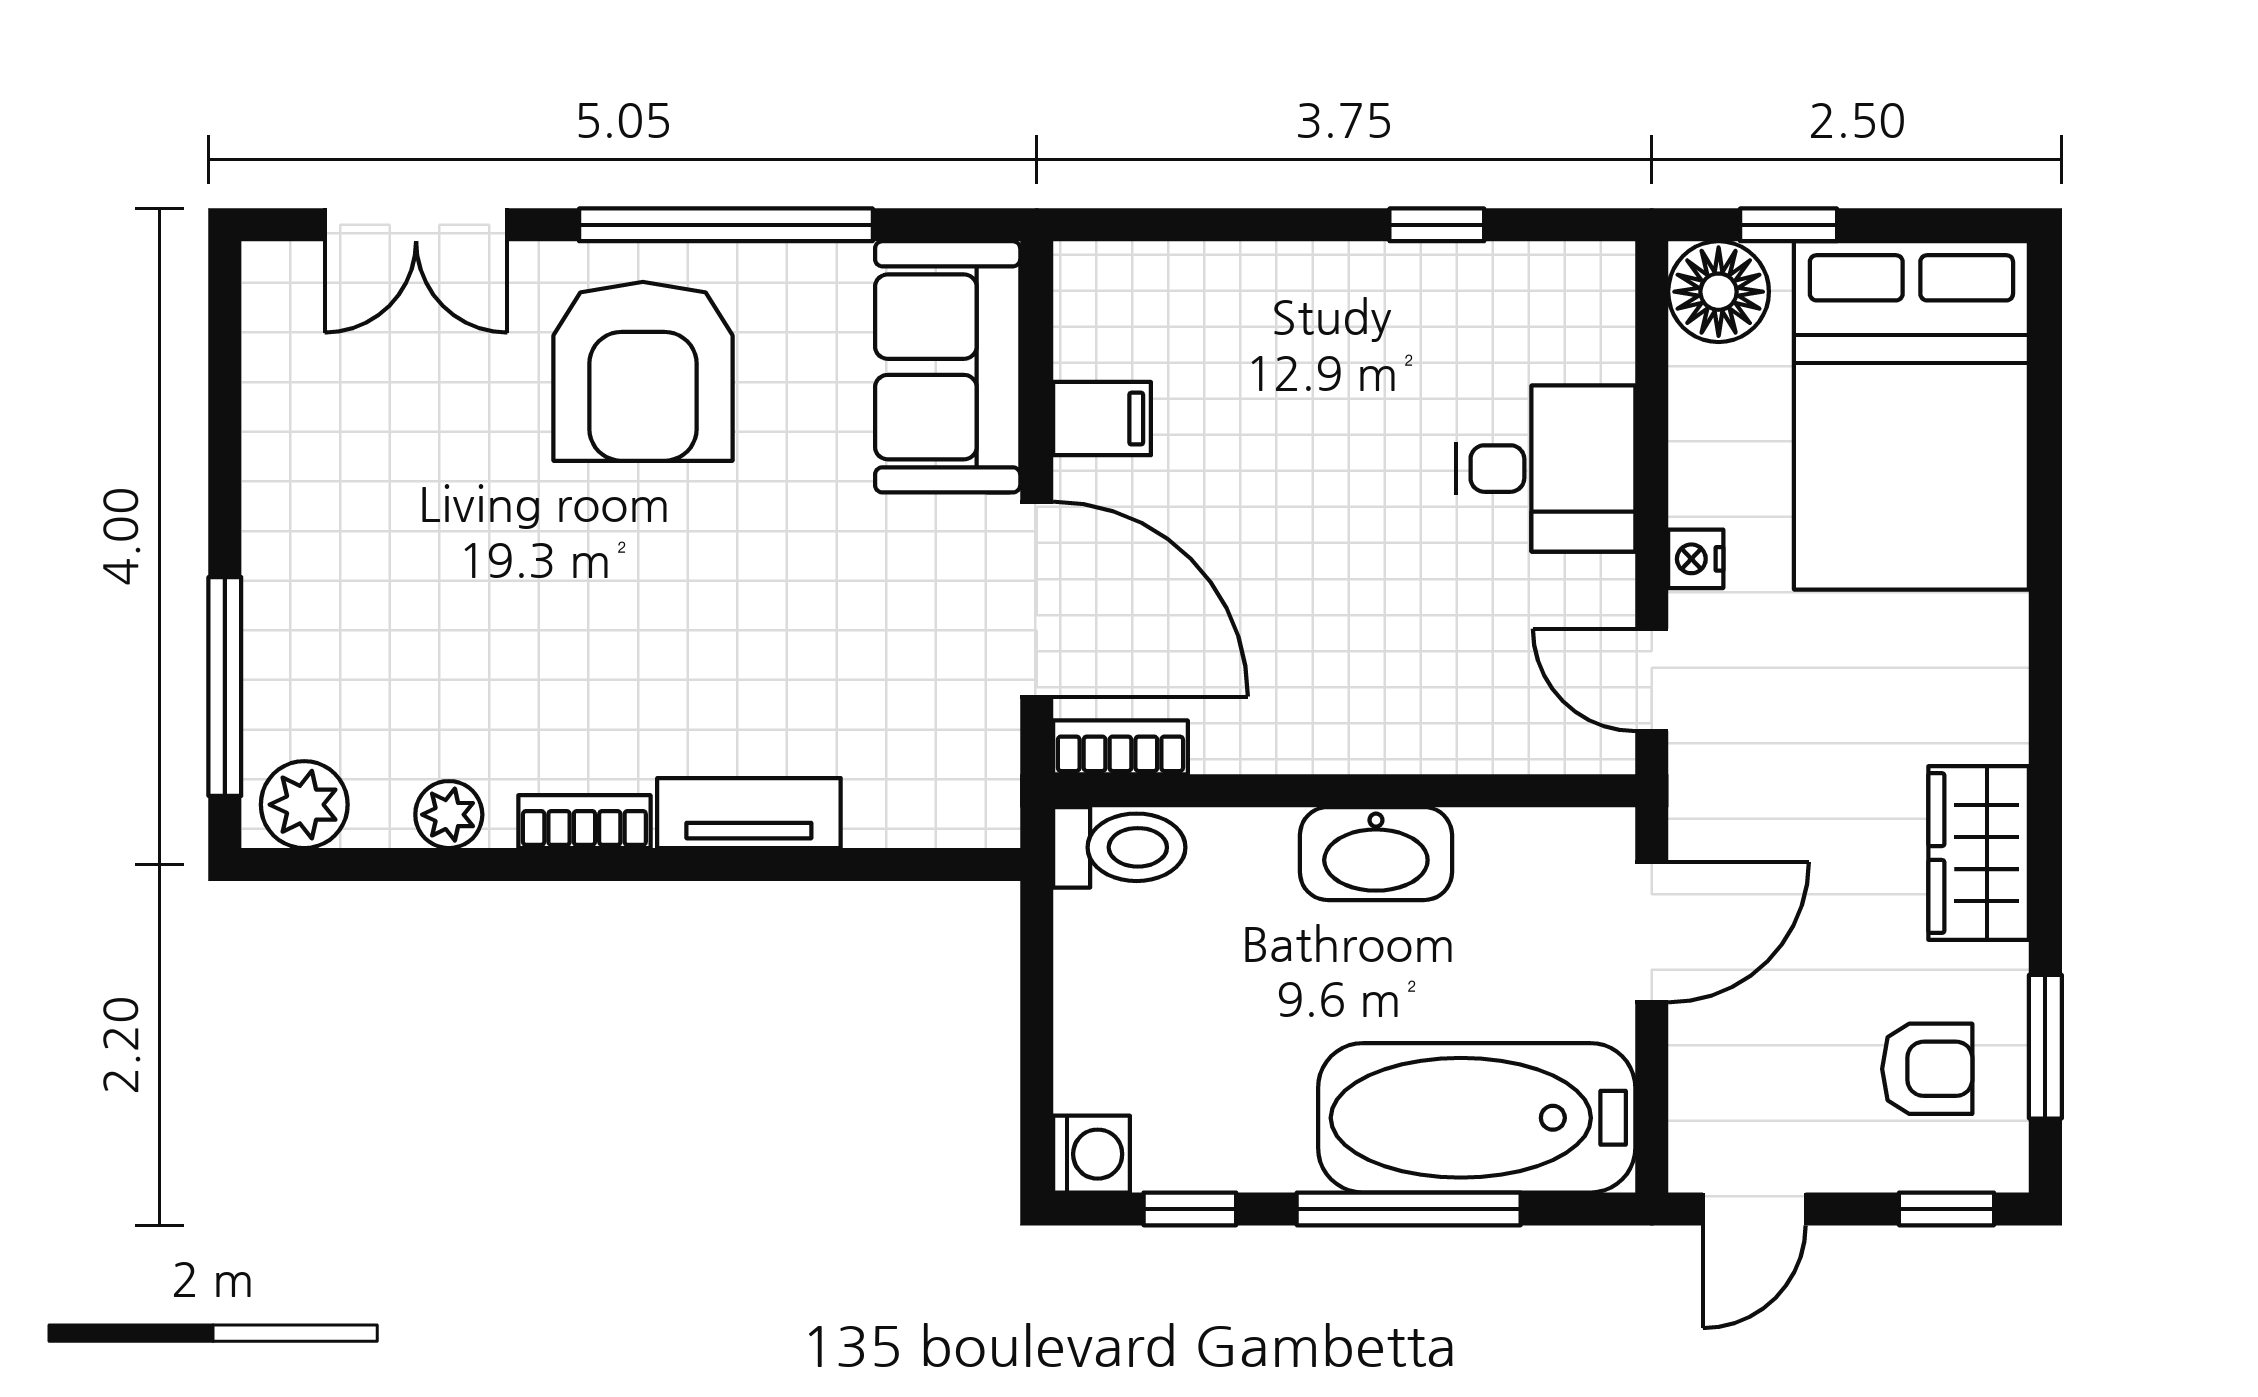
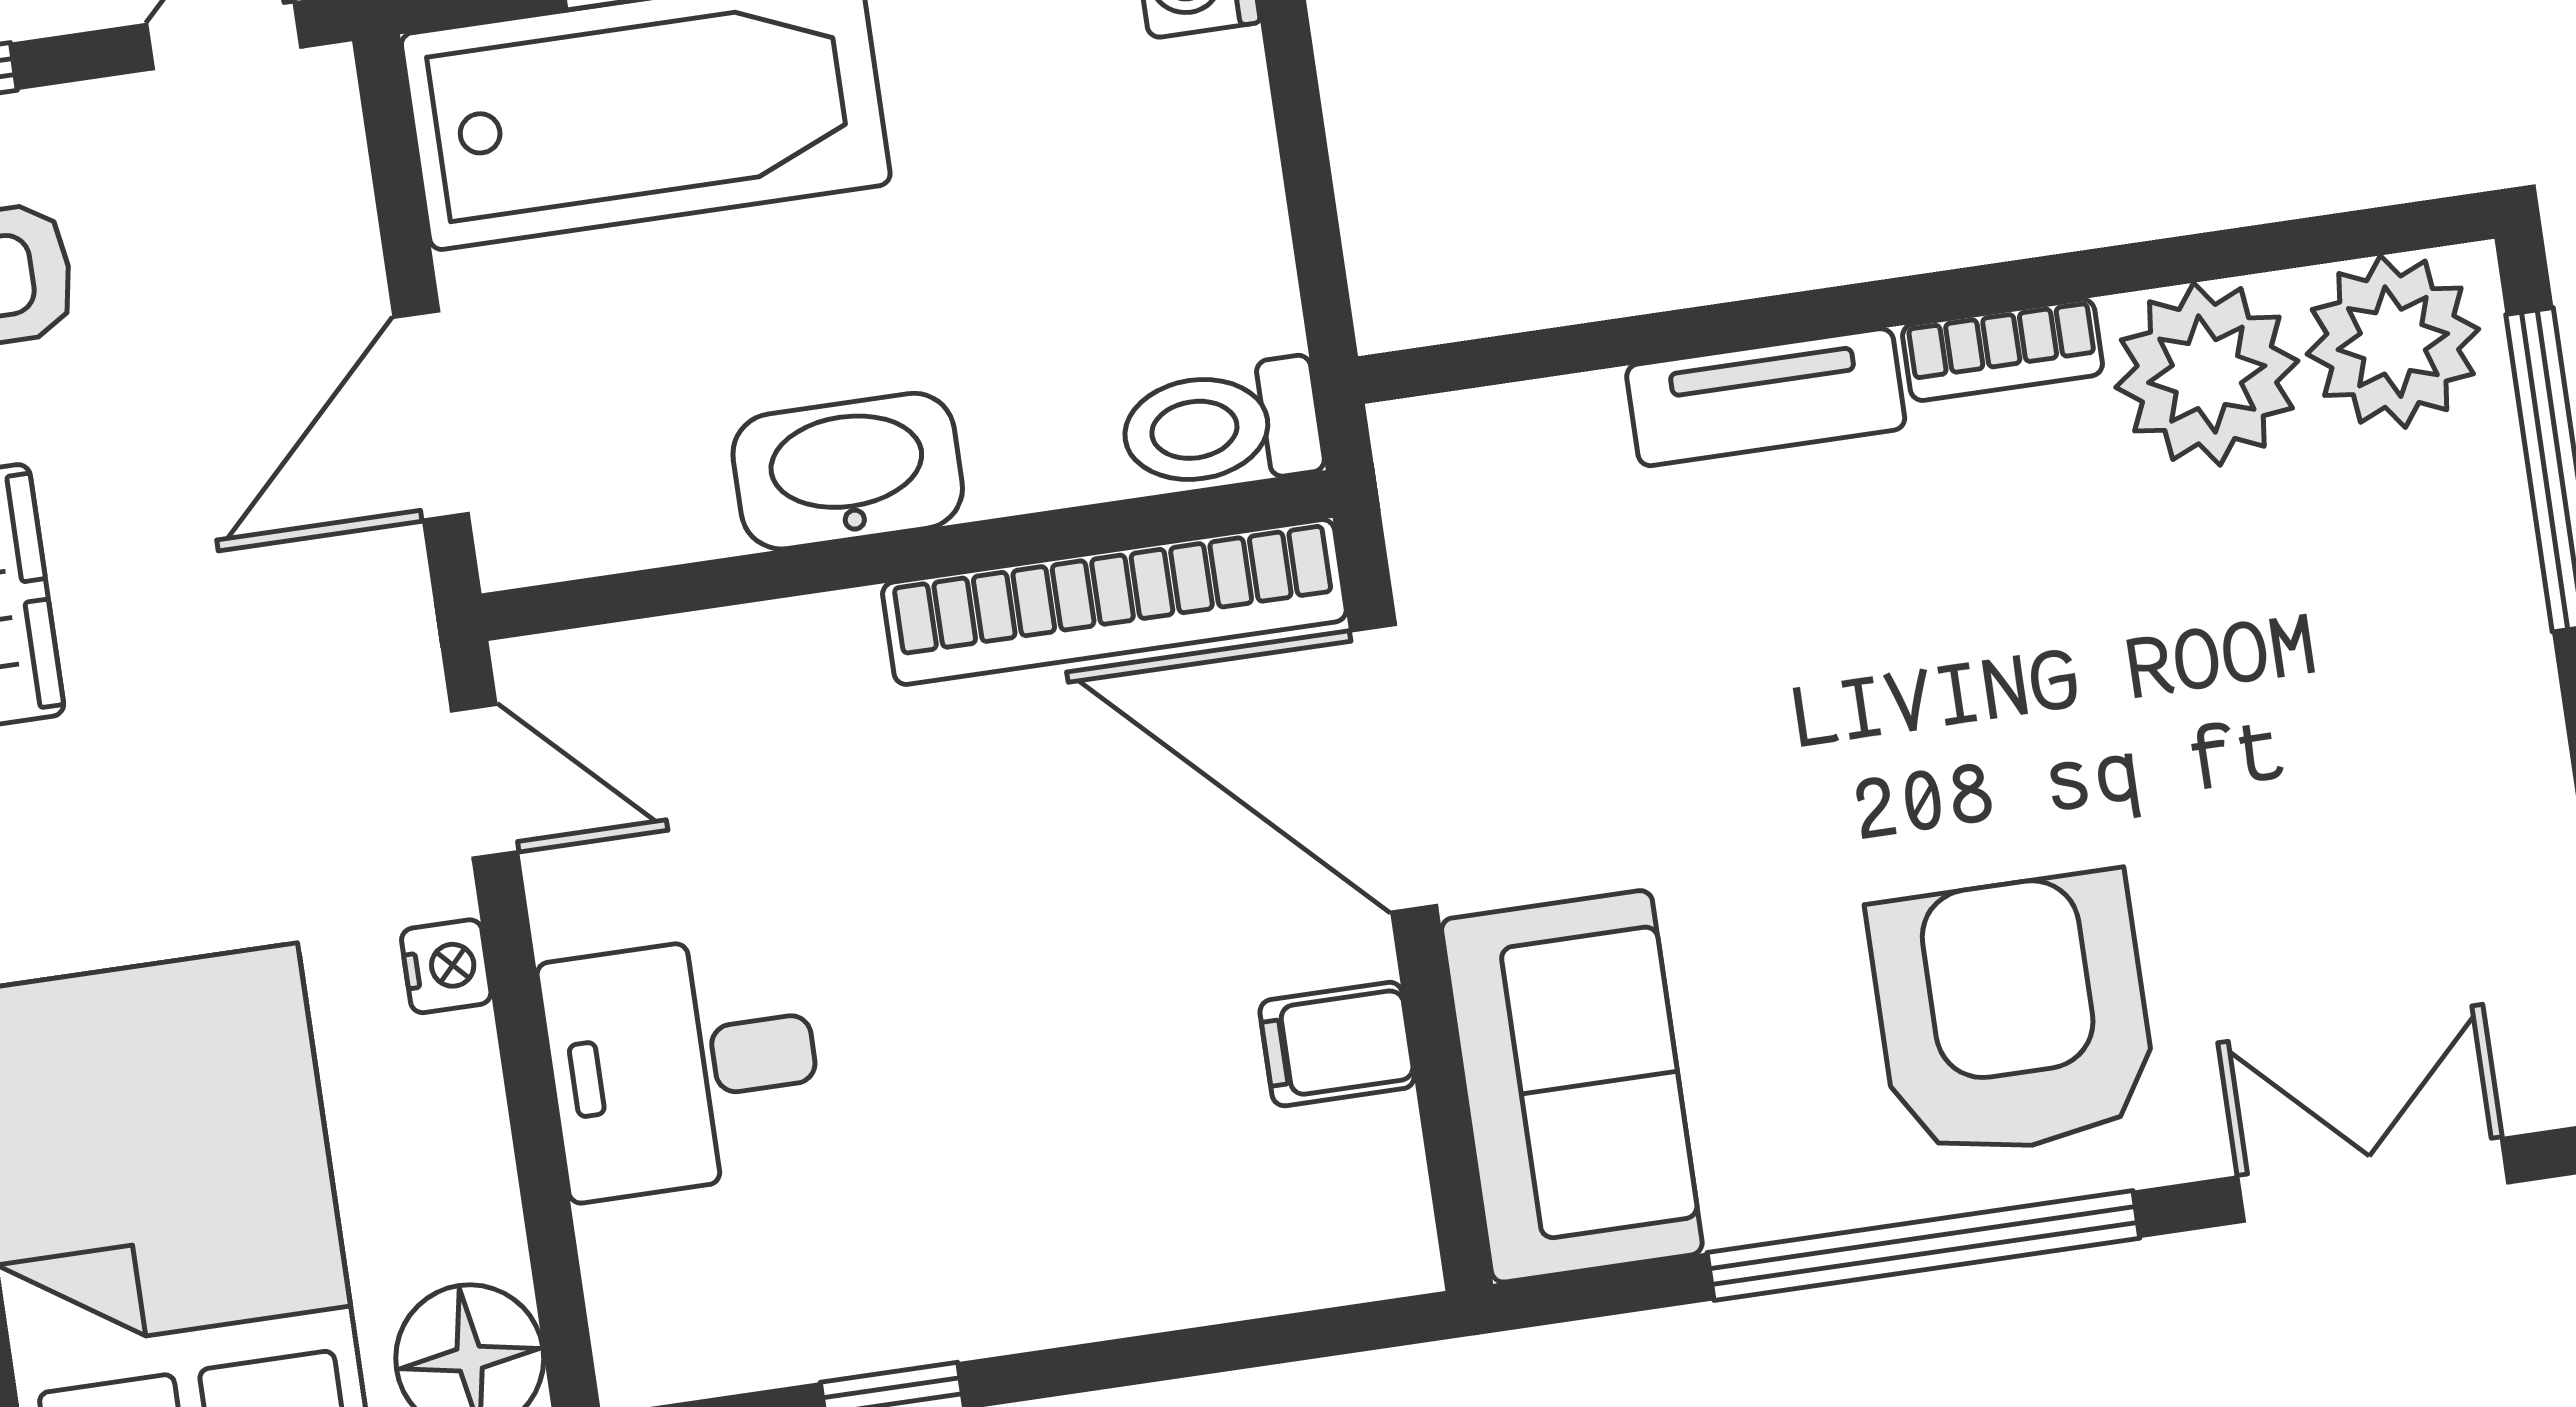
bookcase: (1120, 747) -> (1114, 602), width x2.31, depth x1.31
plant: (304, 805) -> (2393, 342), width x1.36, depth x1.36
plant: (449, 815) -> (2207, 374), width x1.87, depth x1.87

